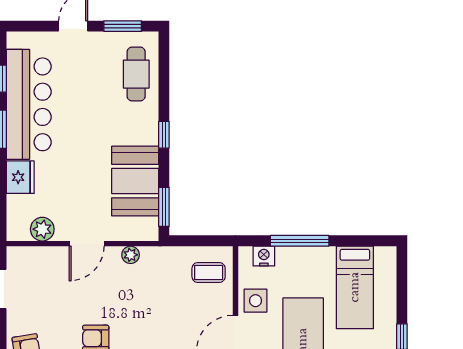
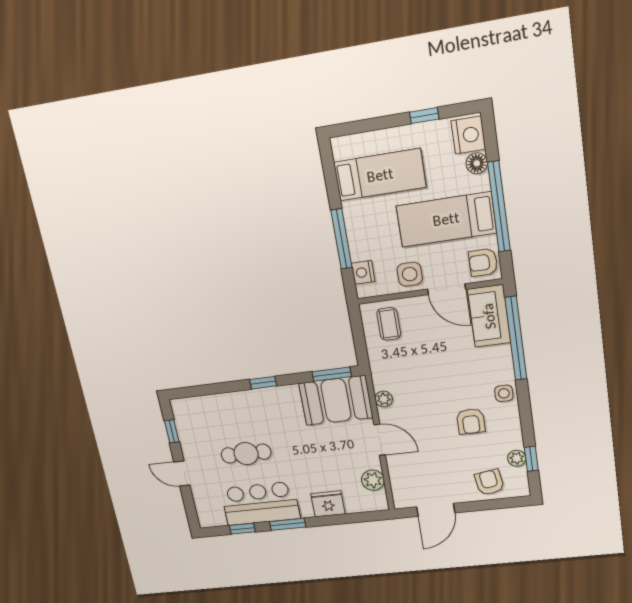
window: (123, 26) -> (172, 431), width x0.67
cafe table: (136, 74) -> (246, 454), moved
bar counter: (29, 104) -> (260, 503), width x0.73
booth: (135, 181) -> (336, 400), moved

